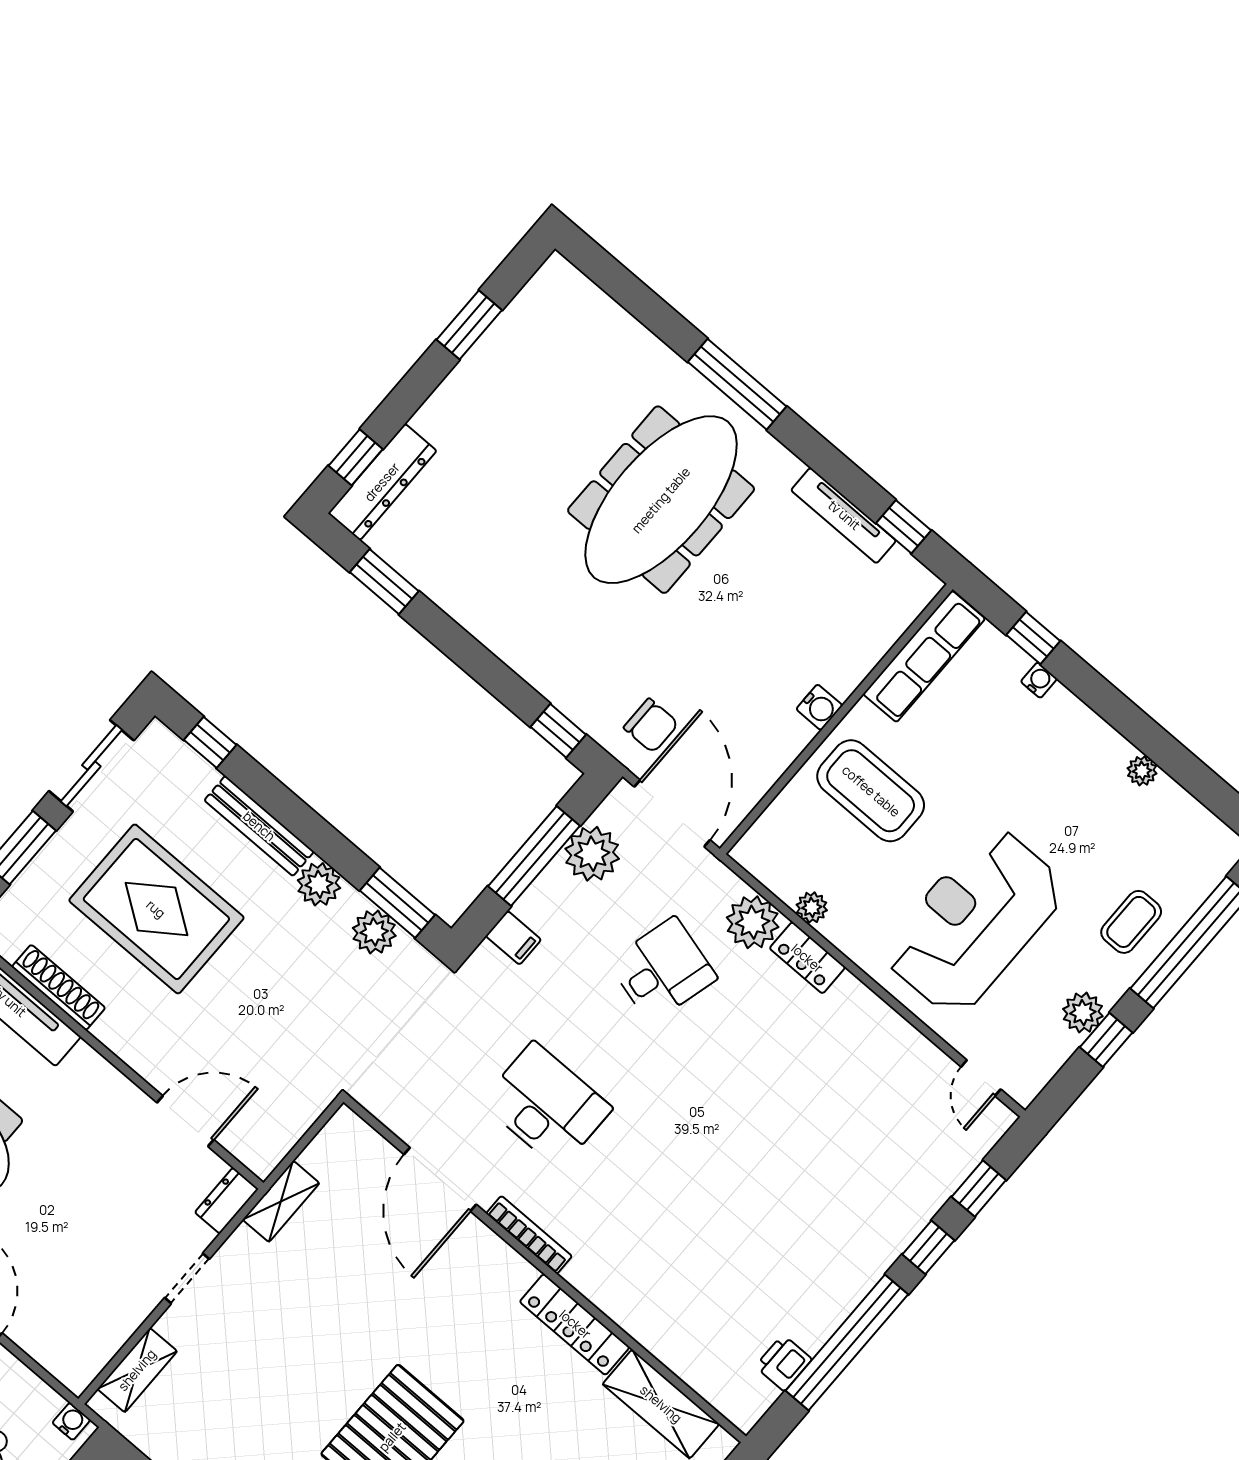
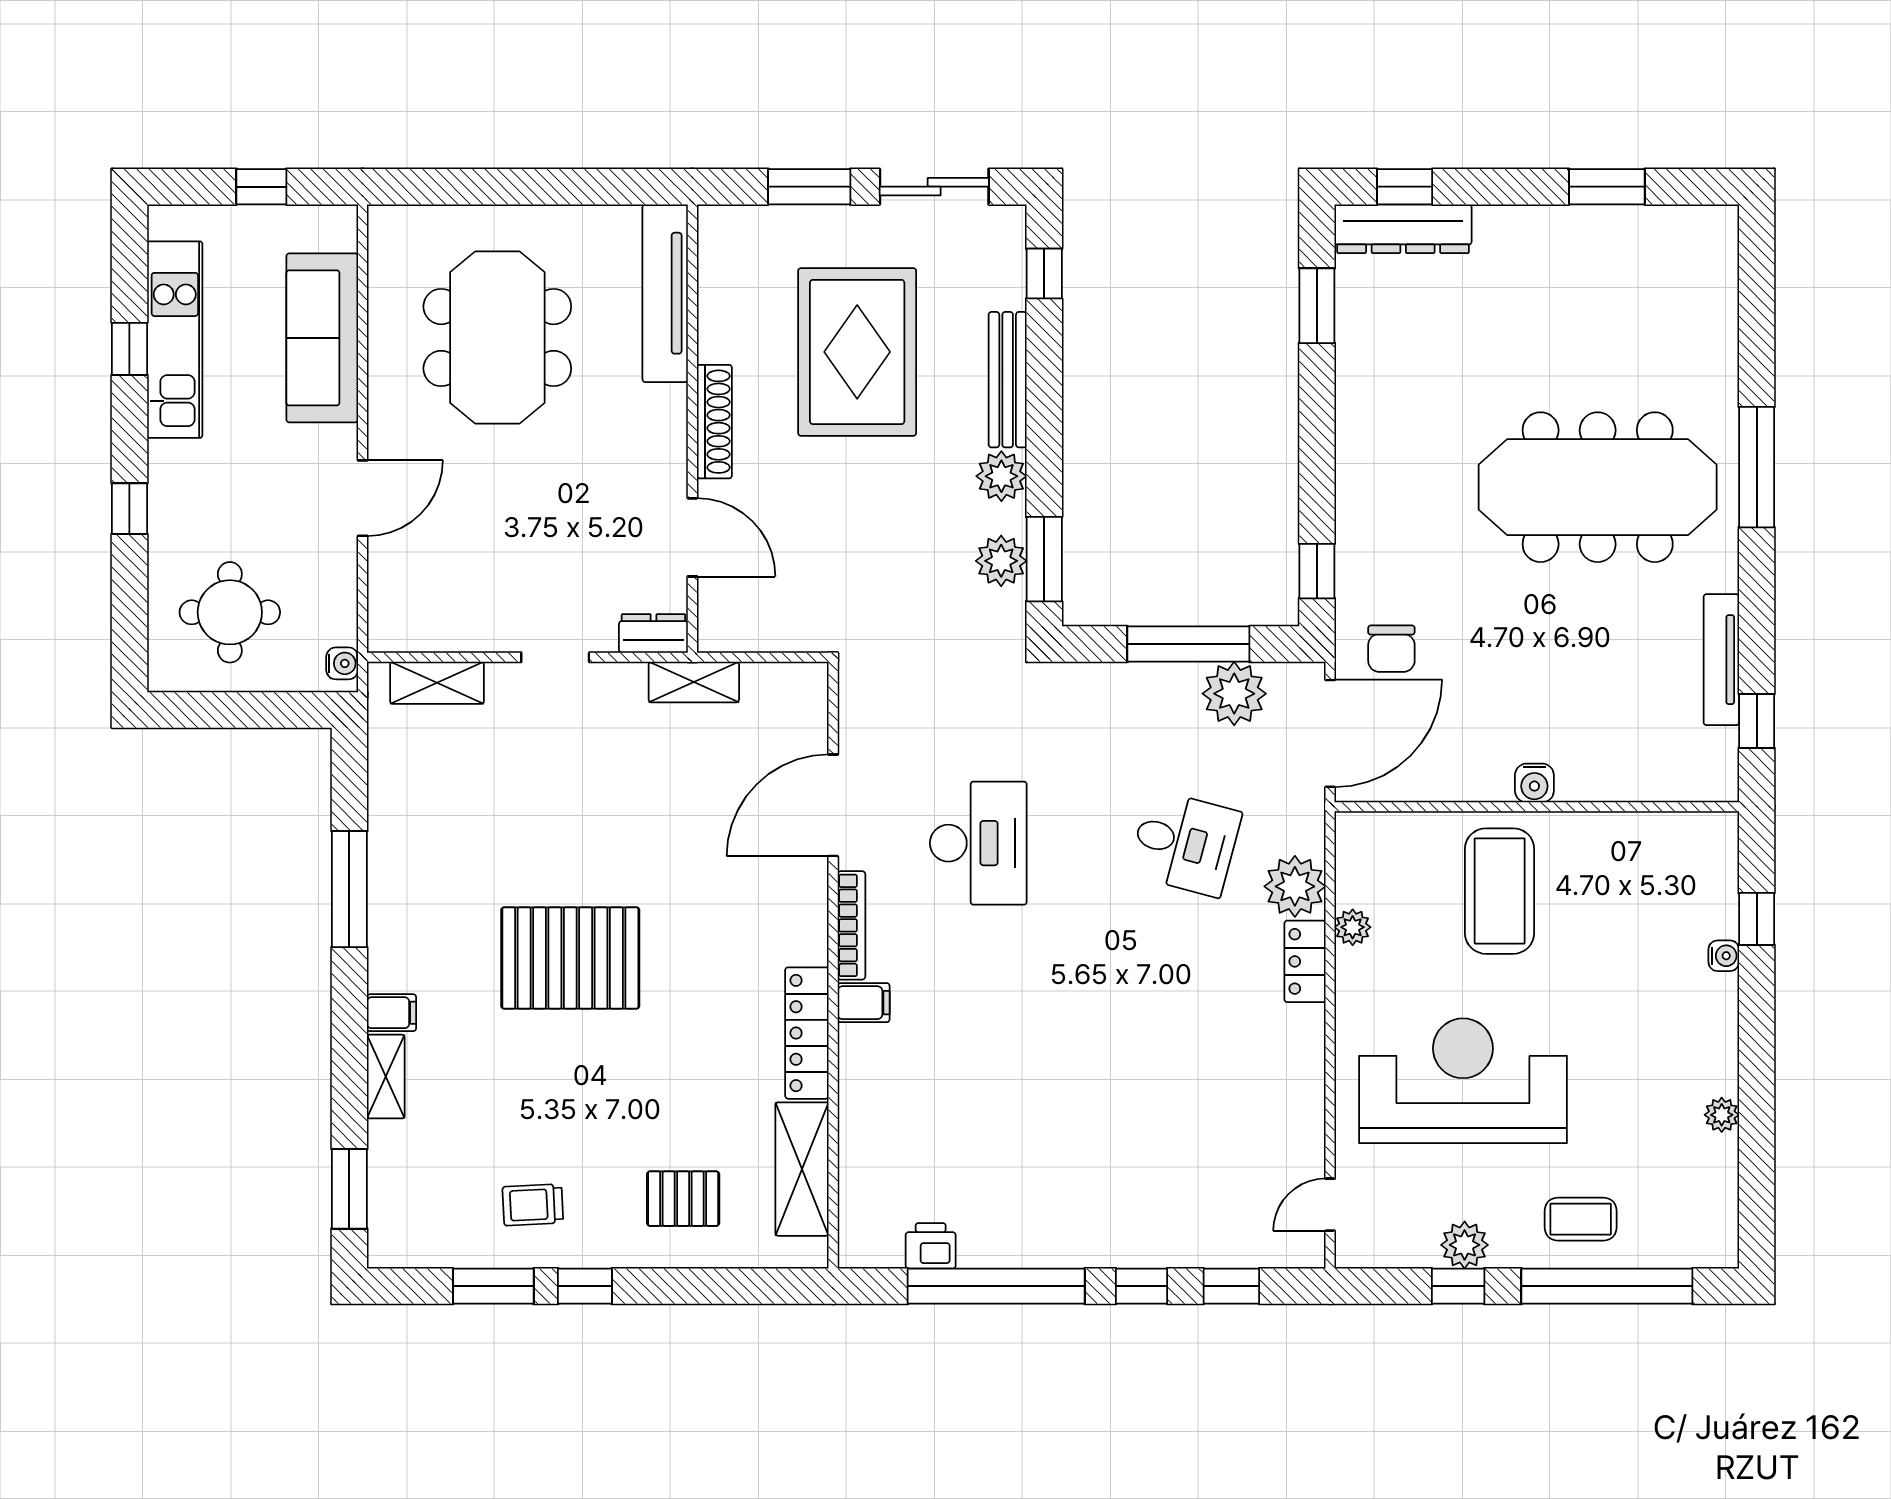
row of seats: (924, 656) -> (1658, 837), removed
filing cabinet: (513, 938) -> (864, 1003), moved, turned -90
shoe rack: (59, 987) -> (714, 422), moved

